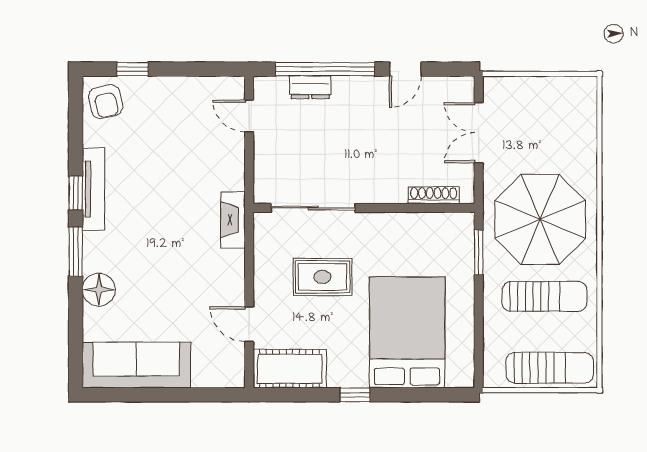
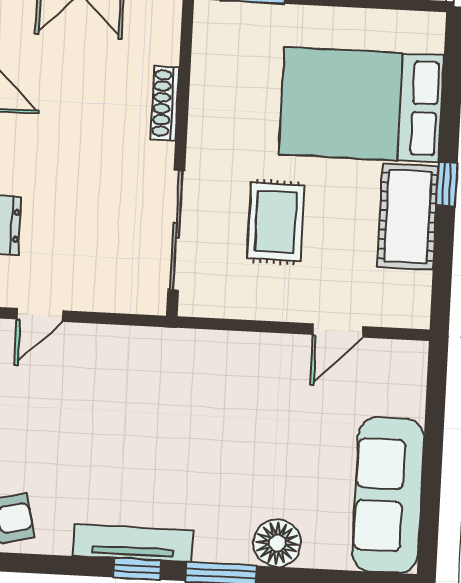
shoe rack: (434, 195) -> (165, 103), moved
fireplace: (233, 220) -> (187, 346), removed
cot: (290, 369) -> (408, 217), moved

